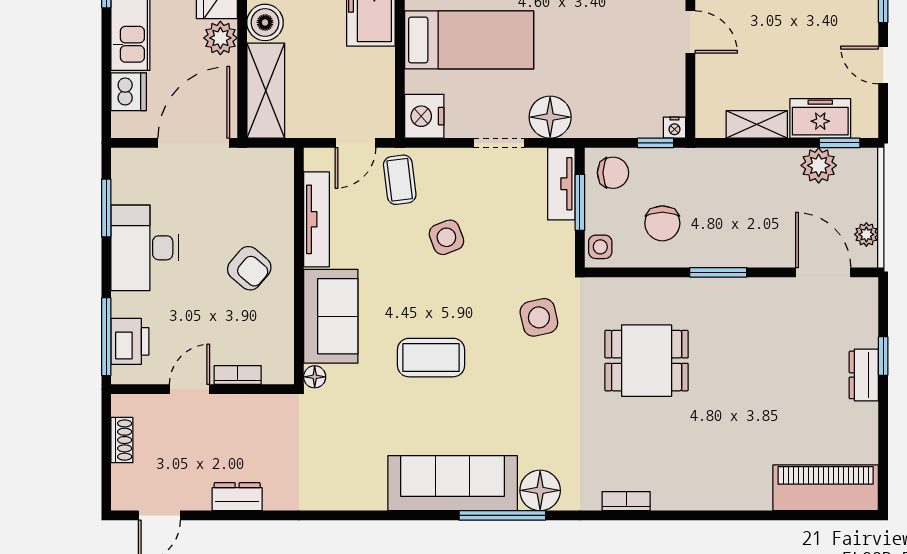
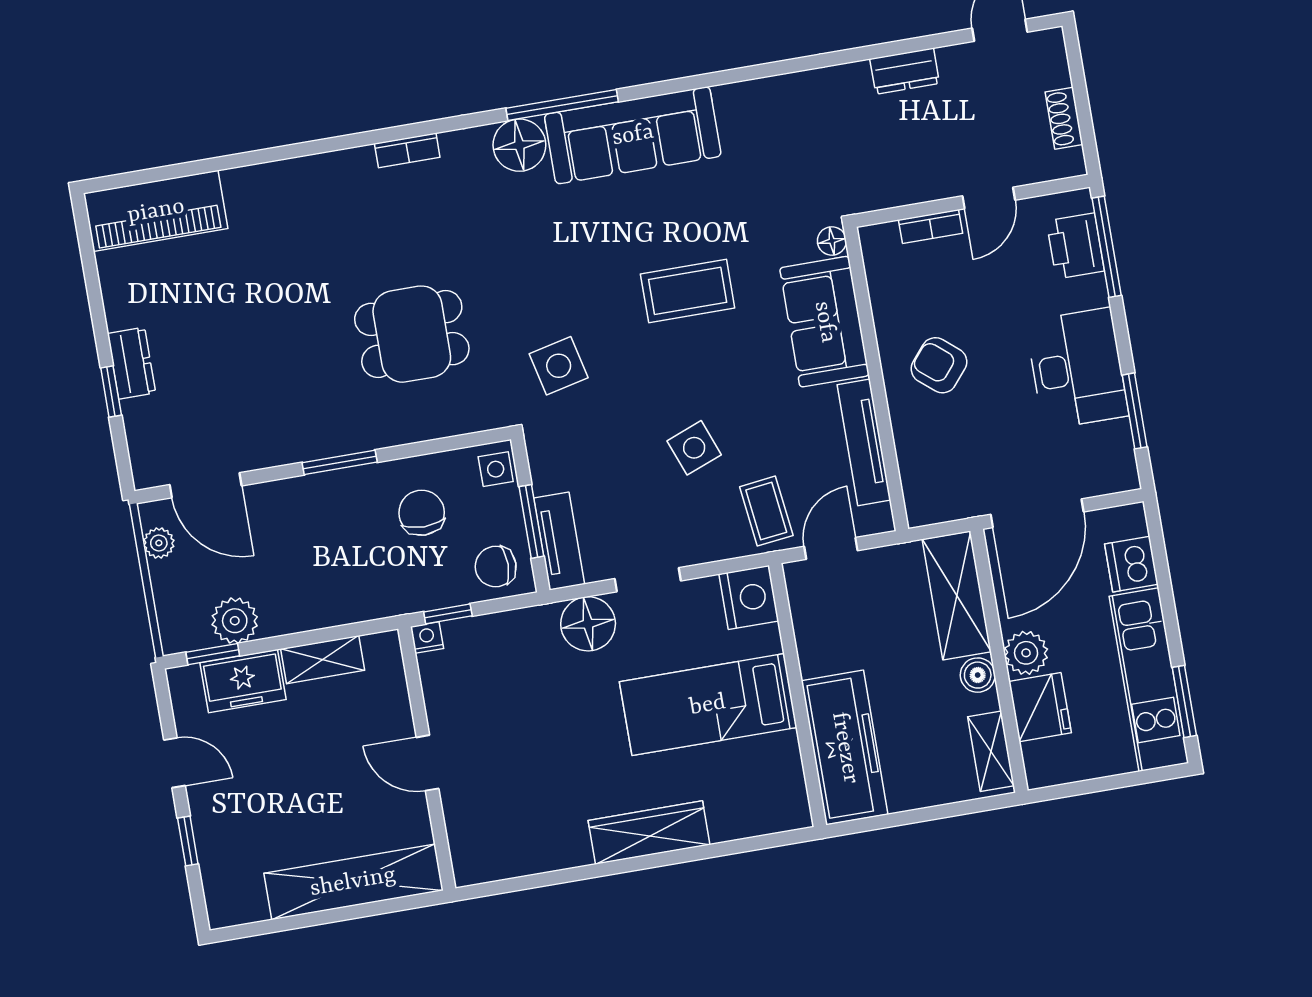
boiler: (265, 22) -> (978, 675), width x0.73, depth x0.73

